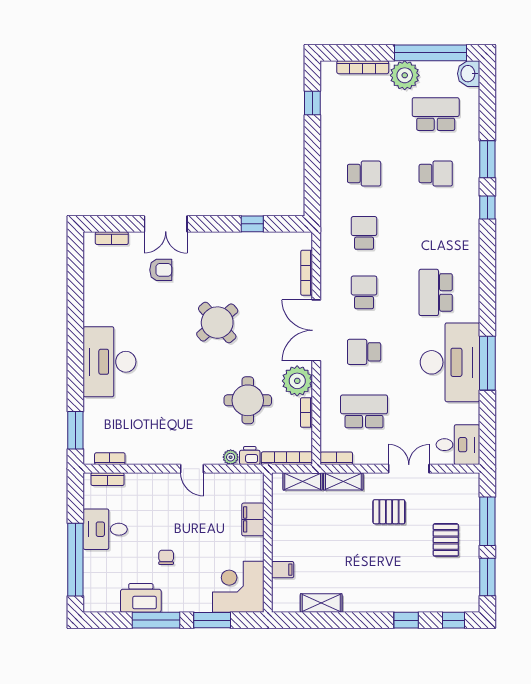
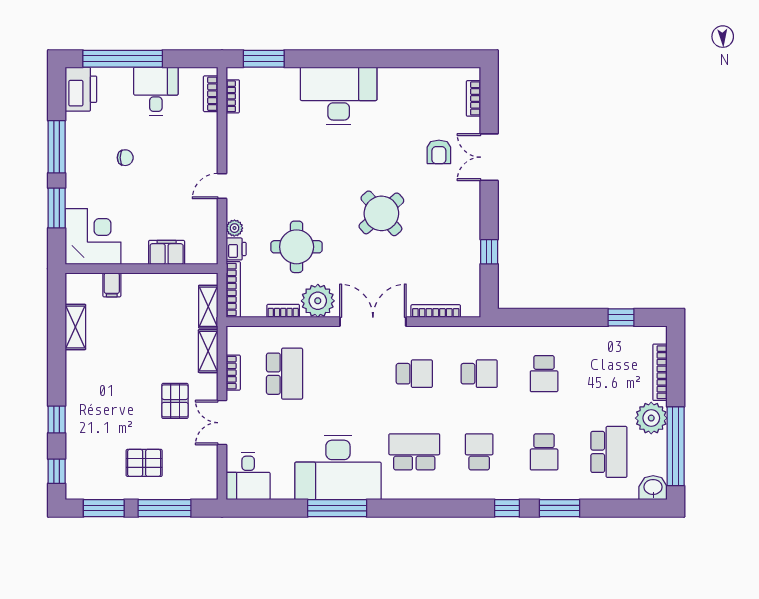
school desk: (364, 352) -> (479, 452), moved
bookcase: (336, 458) -> (233, 373), moved
double door: (409, 469) -> (222, 423), swing flipped
printer: (141, 598) -> (81, 89), moved

